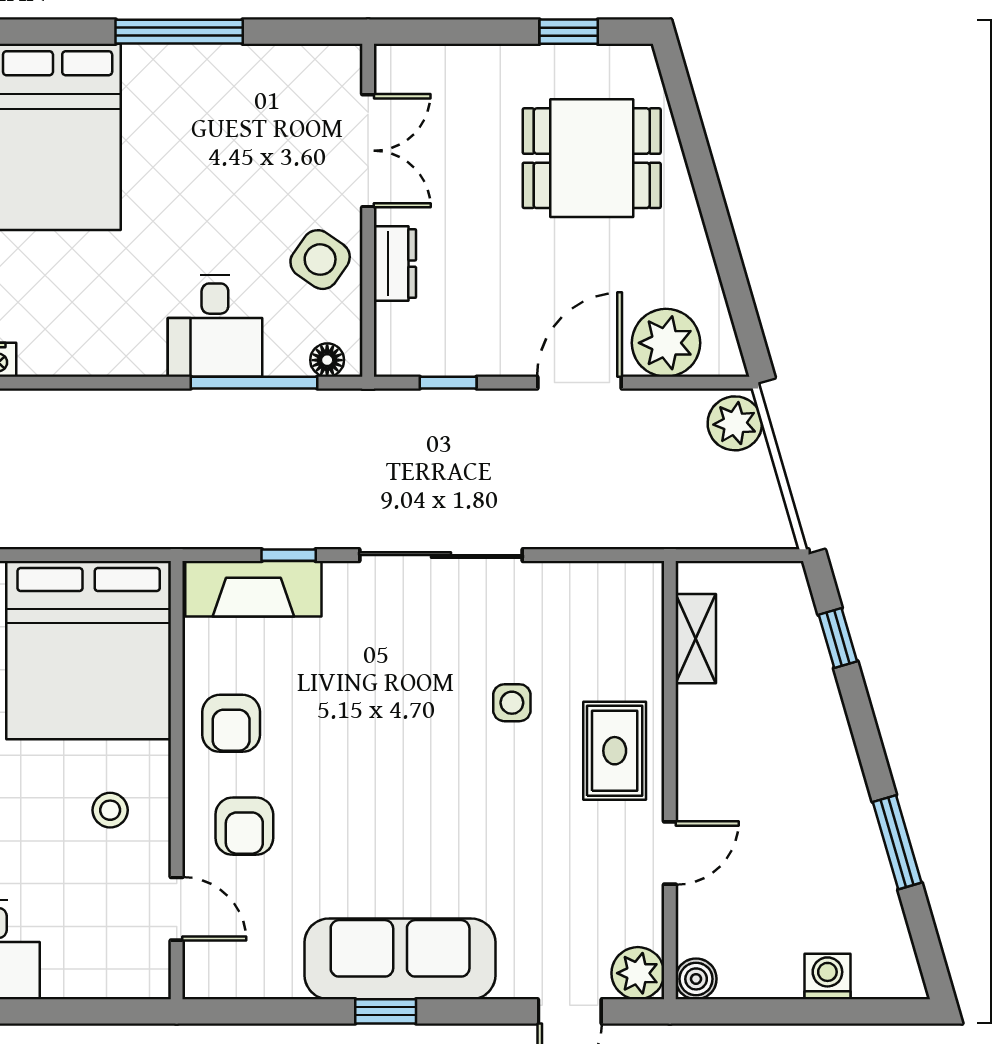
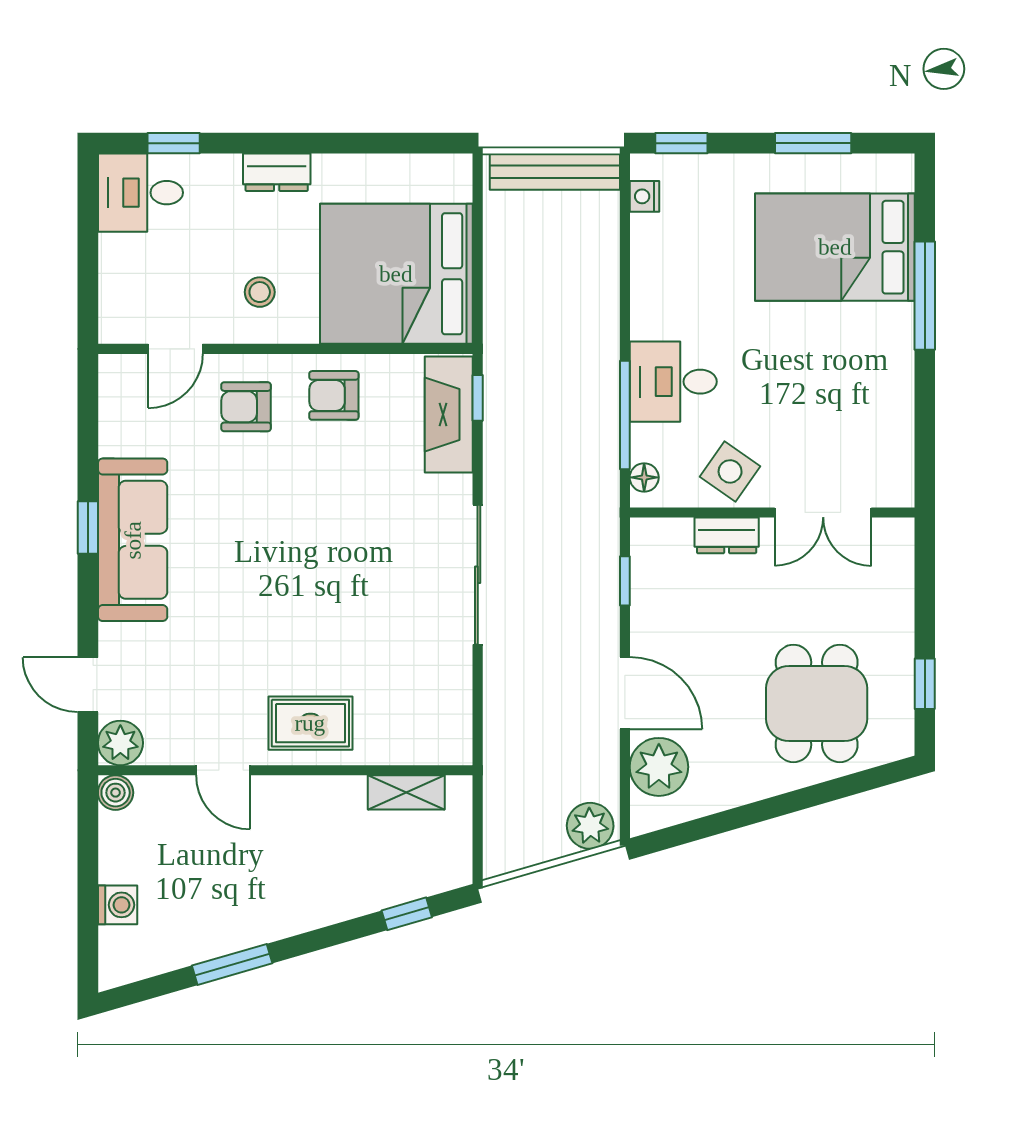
window: (179, 32) -> (925, 296), moved
window: (289, 555) -> (478, 398), moved
side table: (512, 703) -> (351, 635), removed

